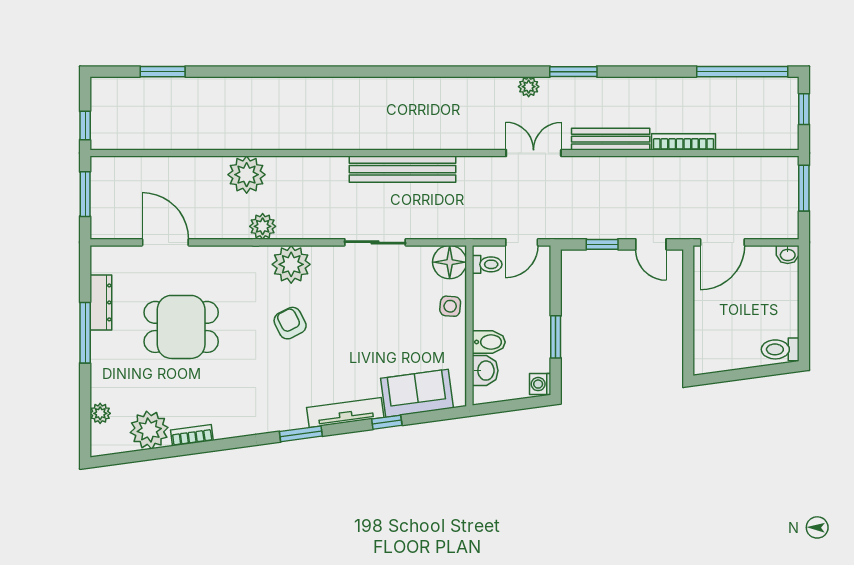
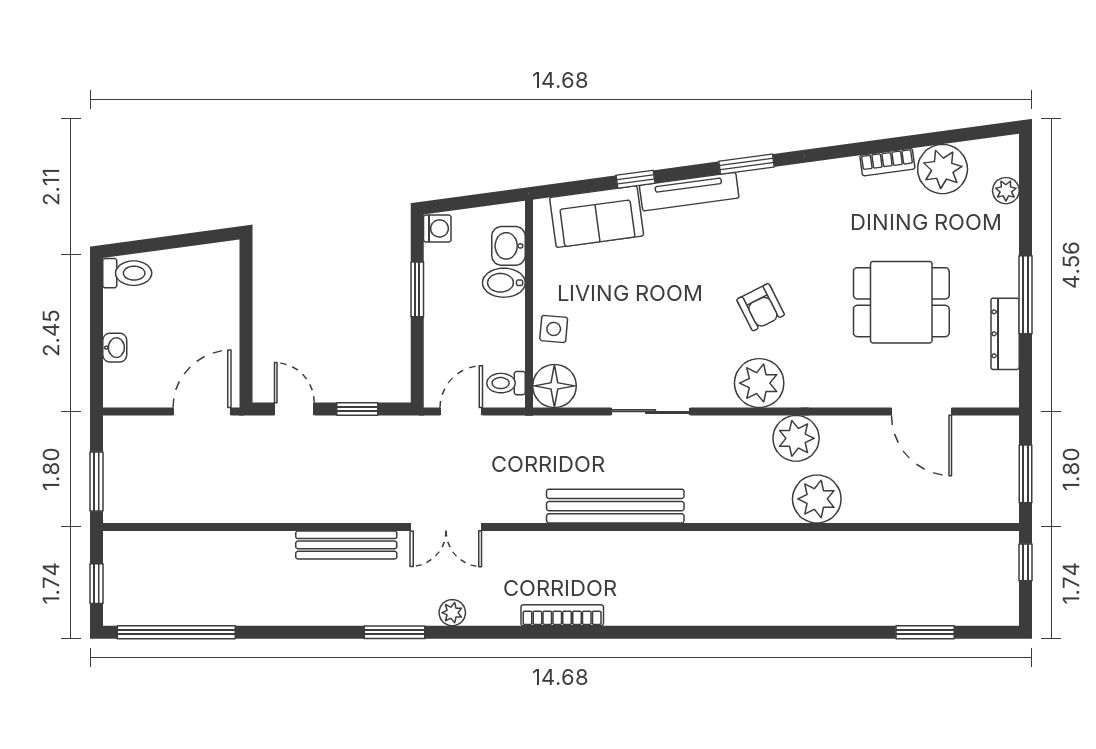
bookcase: (684, 142) -> (562, 615), moved, turned 180
plant: (263, 226) -> (796, 438), width x1.36, depth x1.36
washbasin: (788, 254) -> (115, 348), moved, turned 90

